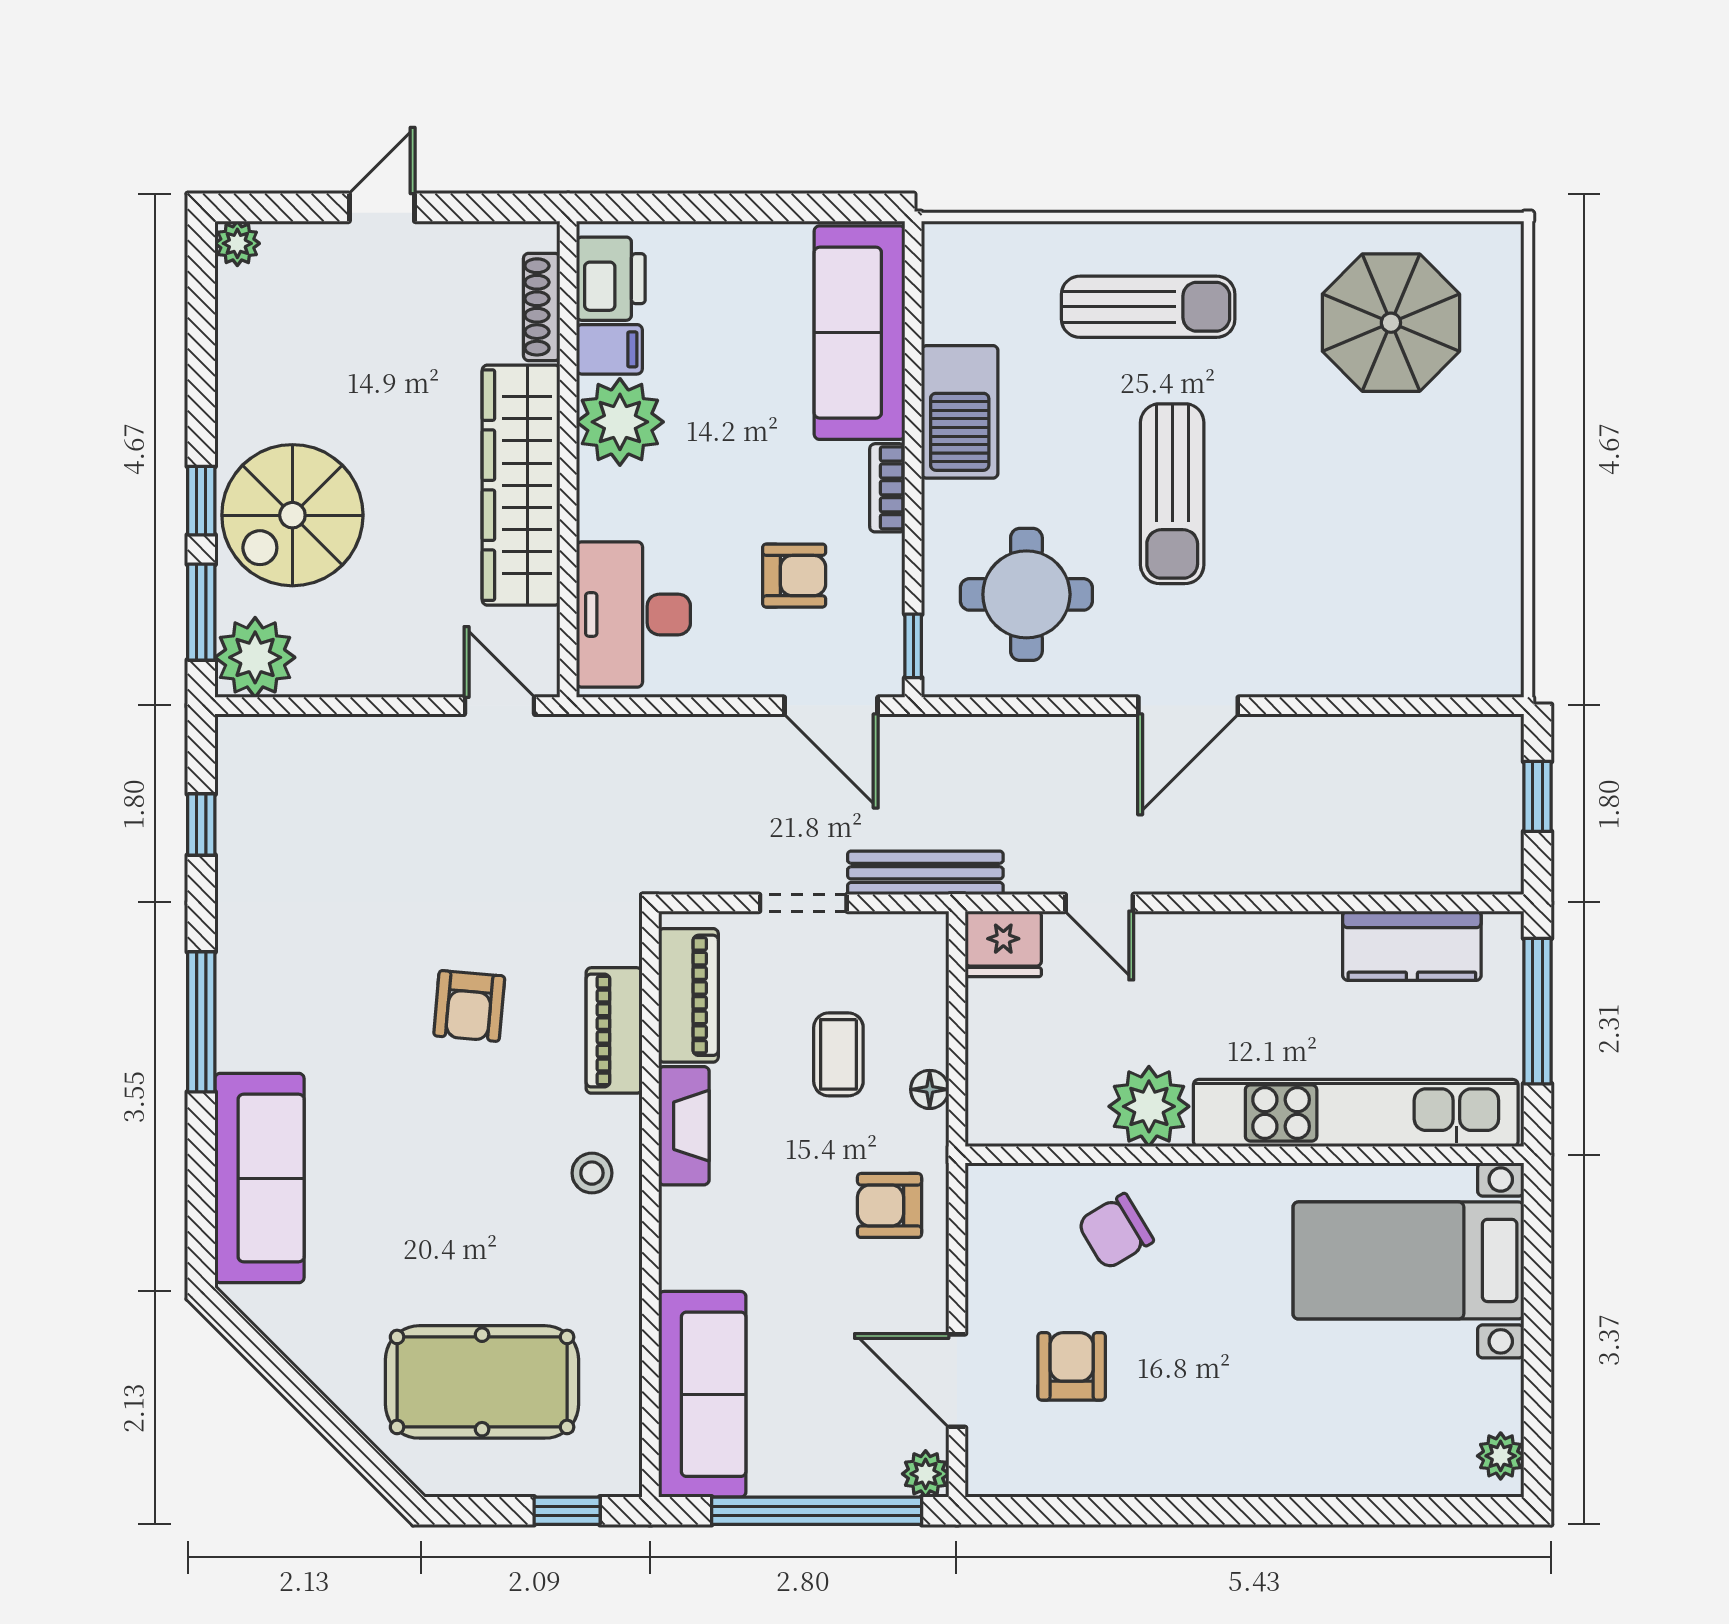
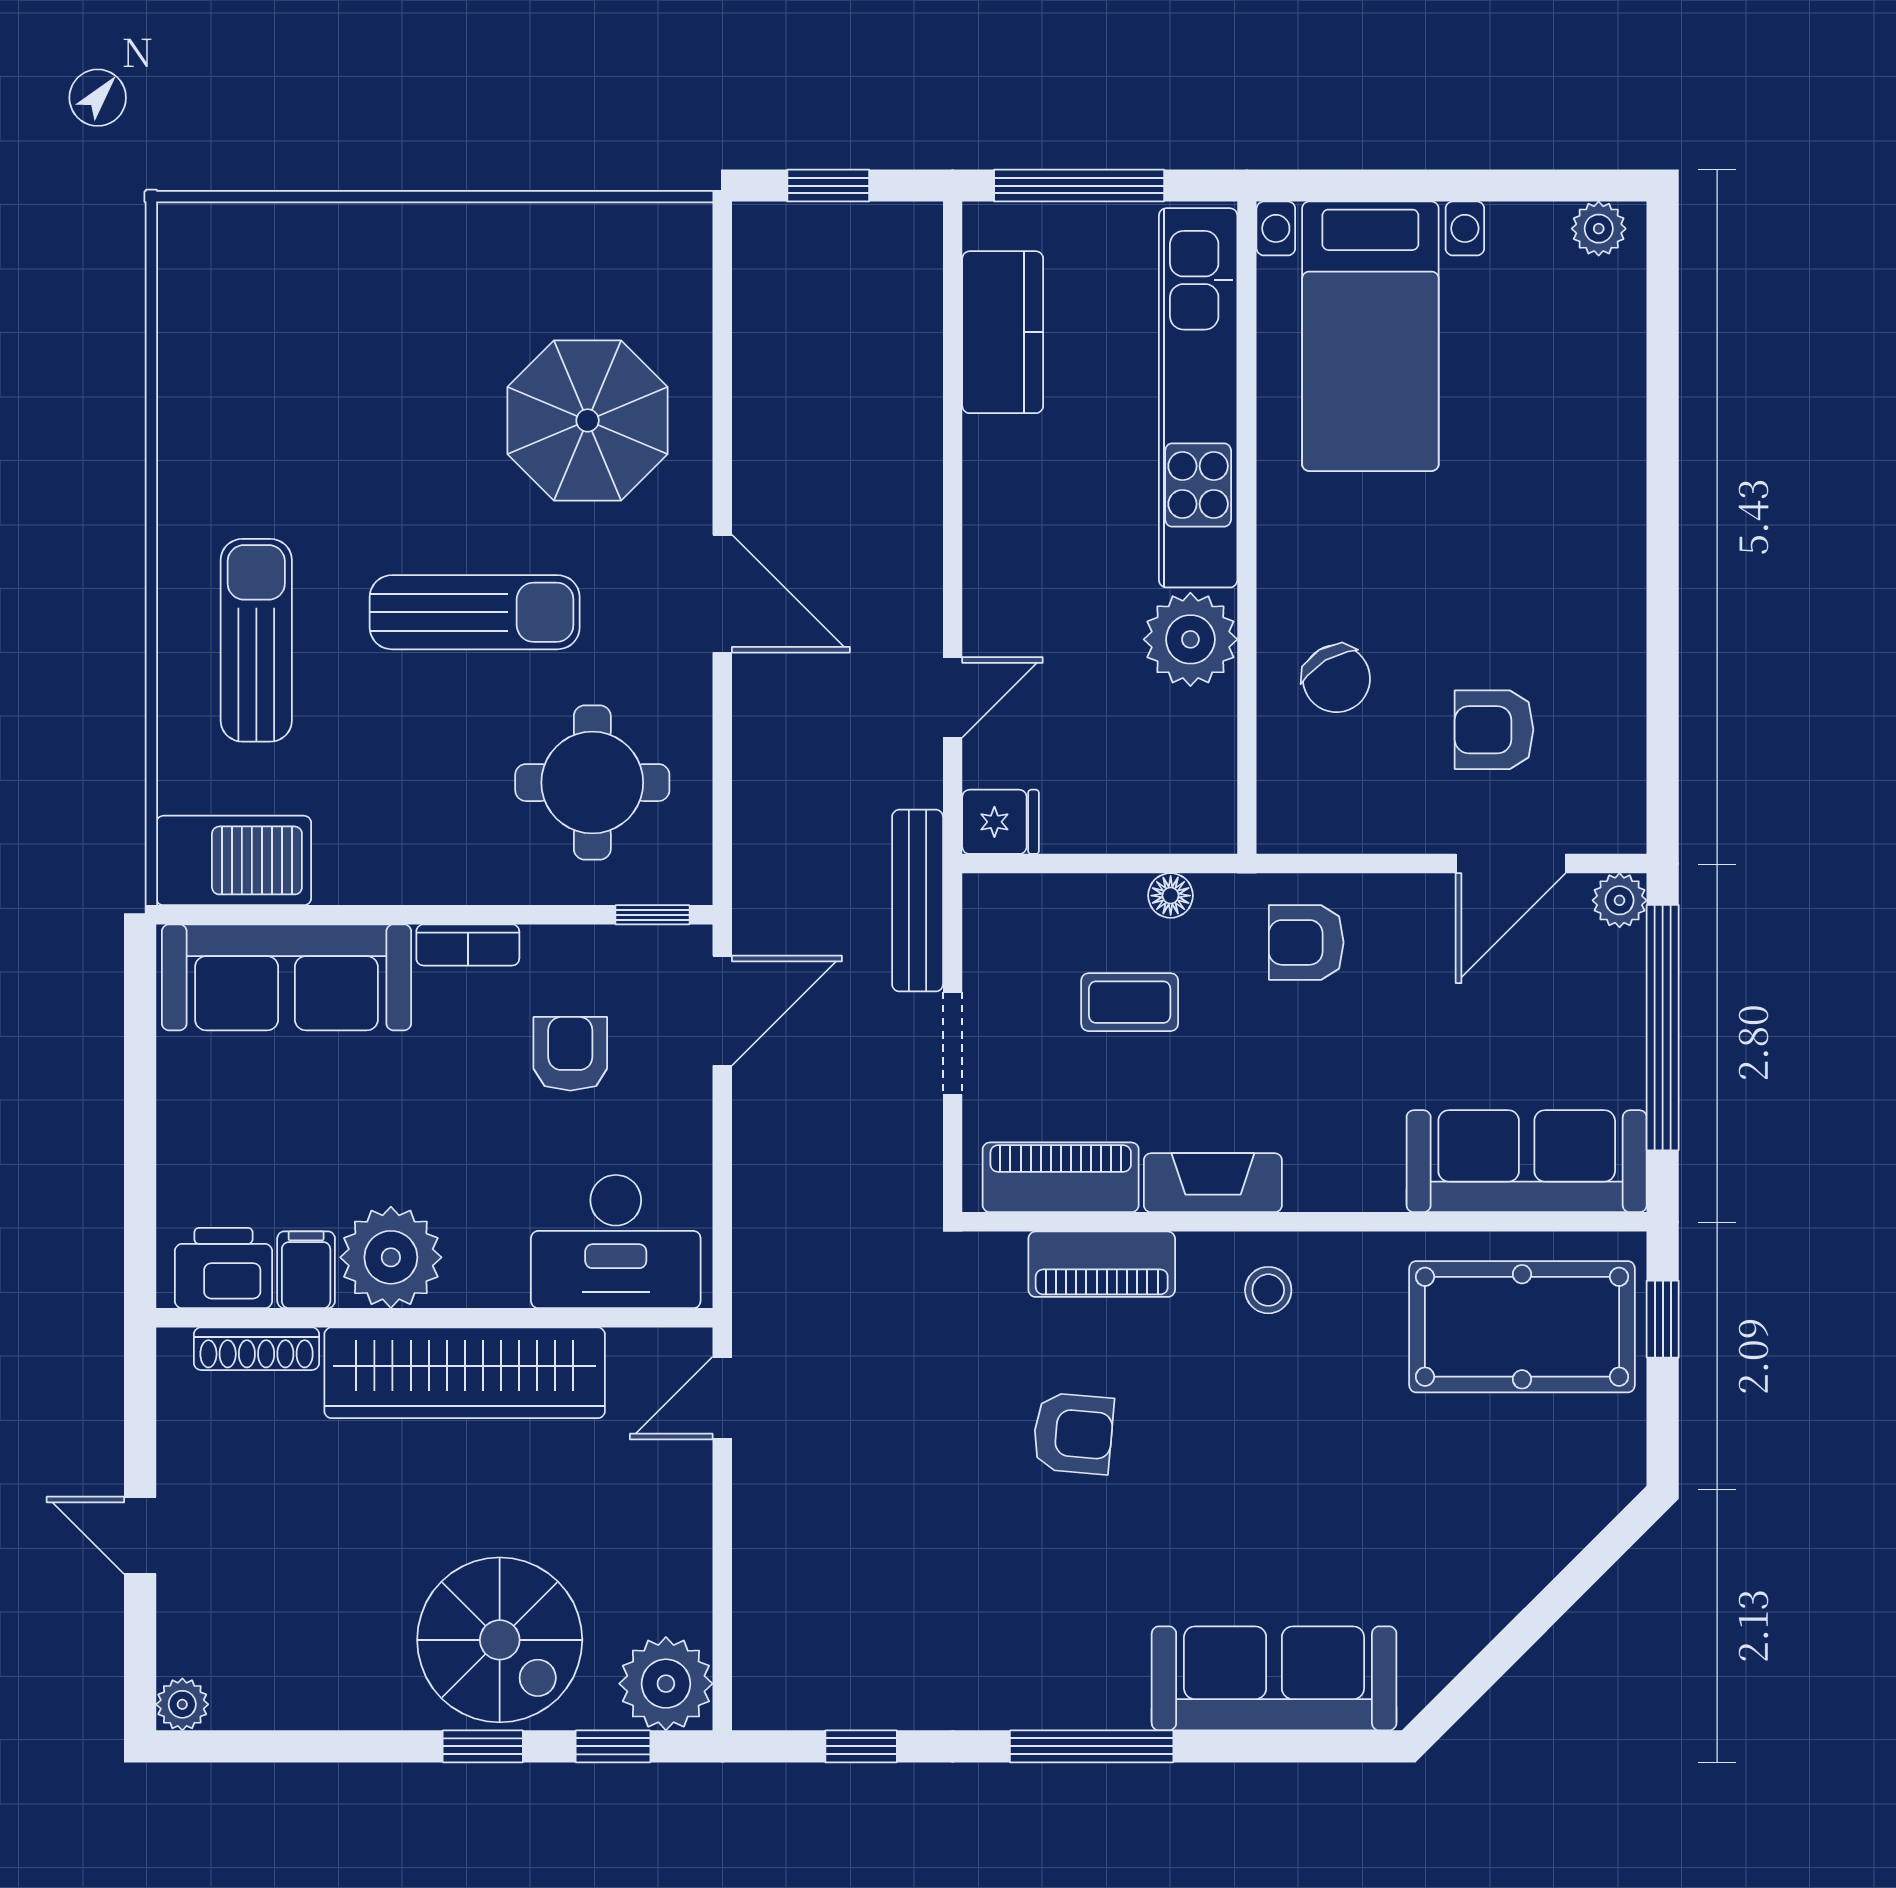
parasol: (1391, 323) -> (588, 420), moved
barbecue: (960, 412) -> (234, 860), moved
window: (201, 612) -> (613, 1746), width x0.67
fridge: (1003, 944) -> (1001, 822), width x0.72
armchair: (889, 1205) -> (1306, 942), turned 90
pool table: (482, 1382) -> (1522, 1327), moved, turned 90

